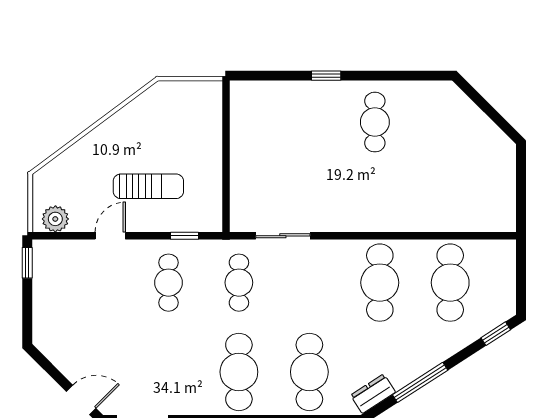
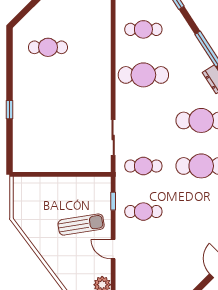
cafe table: (375, 122) -> (48, 47), moved
sun lounger: (148, 186) -> (81, 225), turned 81
cafe table: (450, 283) -> (143, 29), width x0.73, depth x0.74

